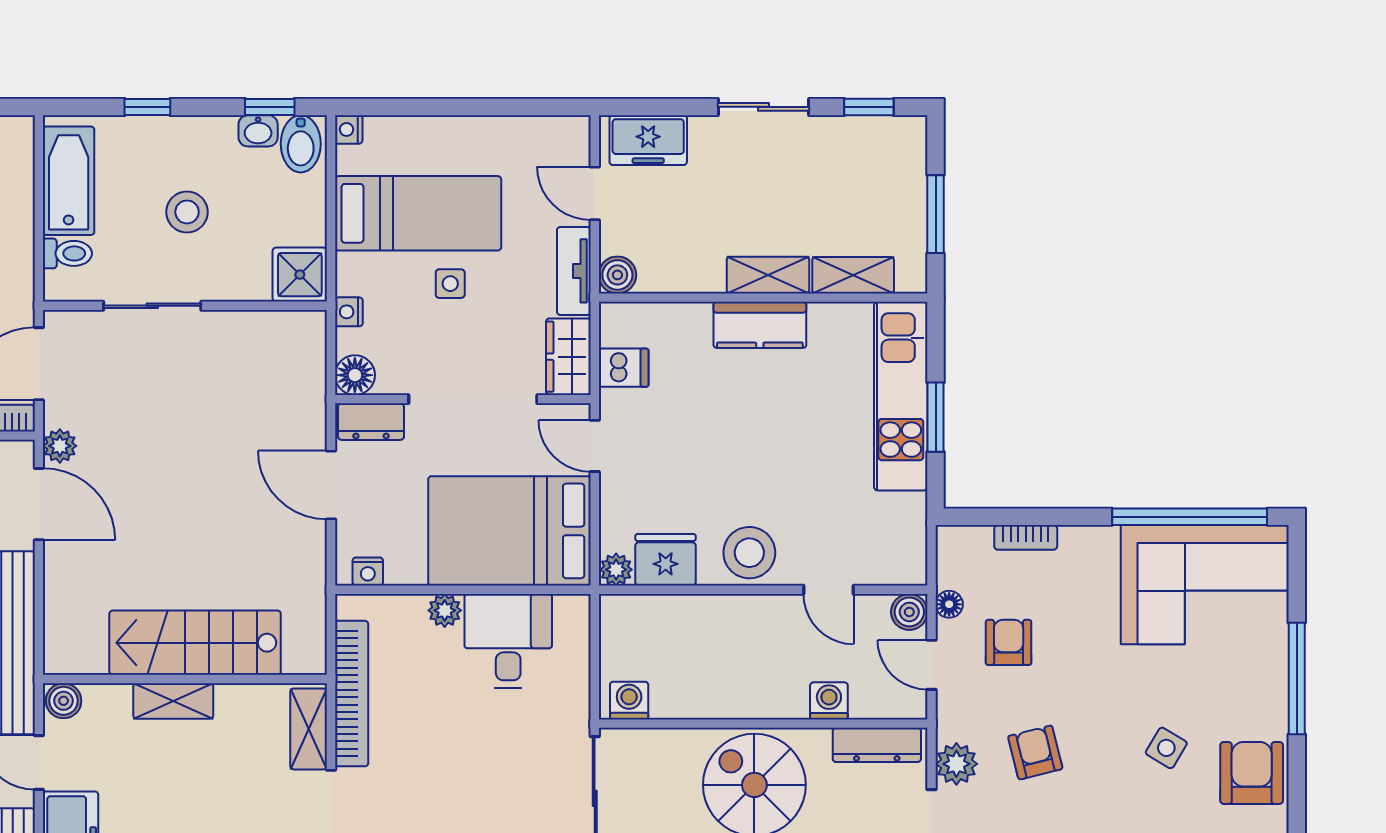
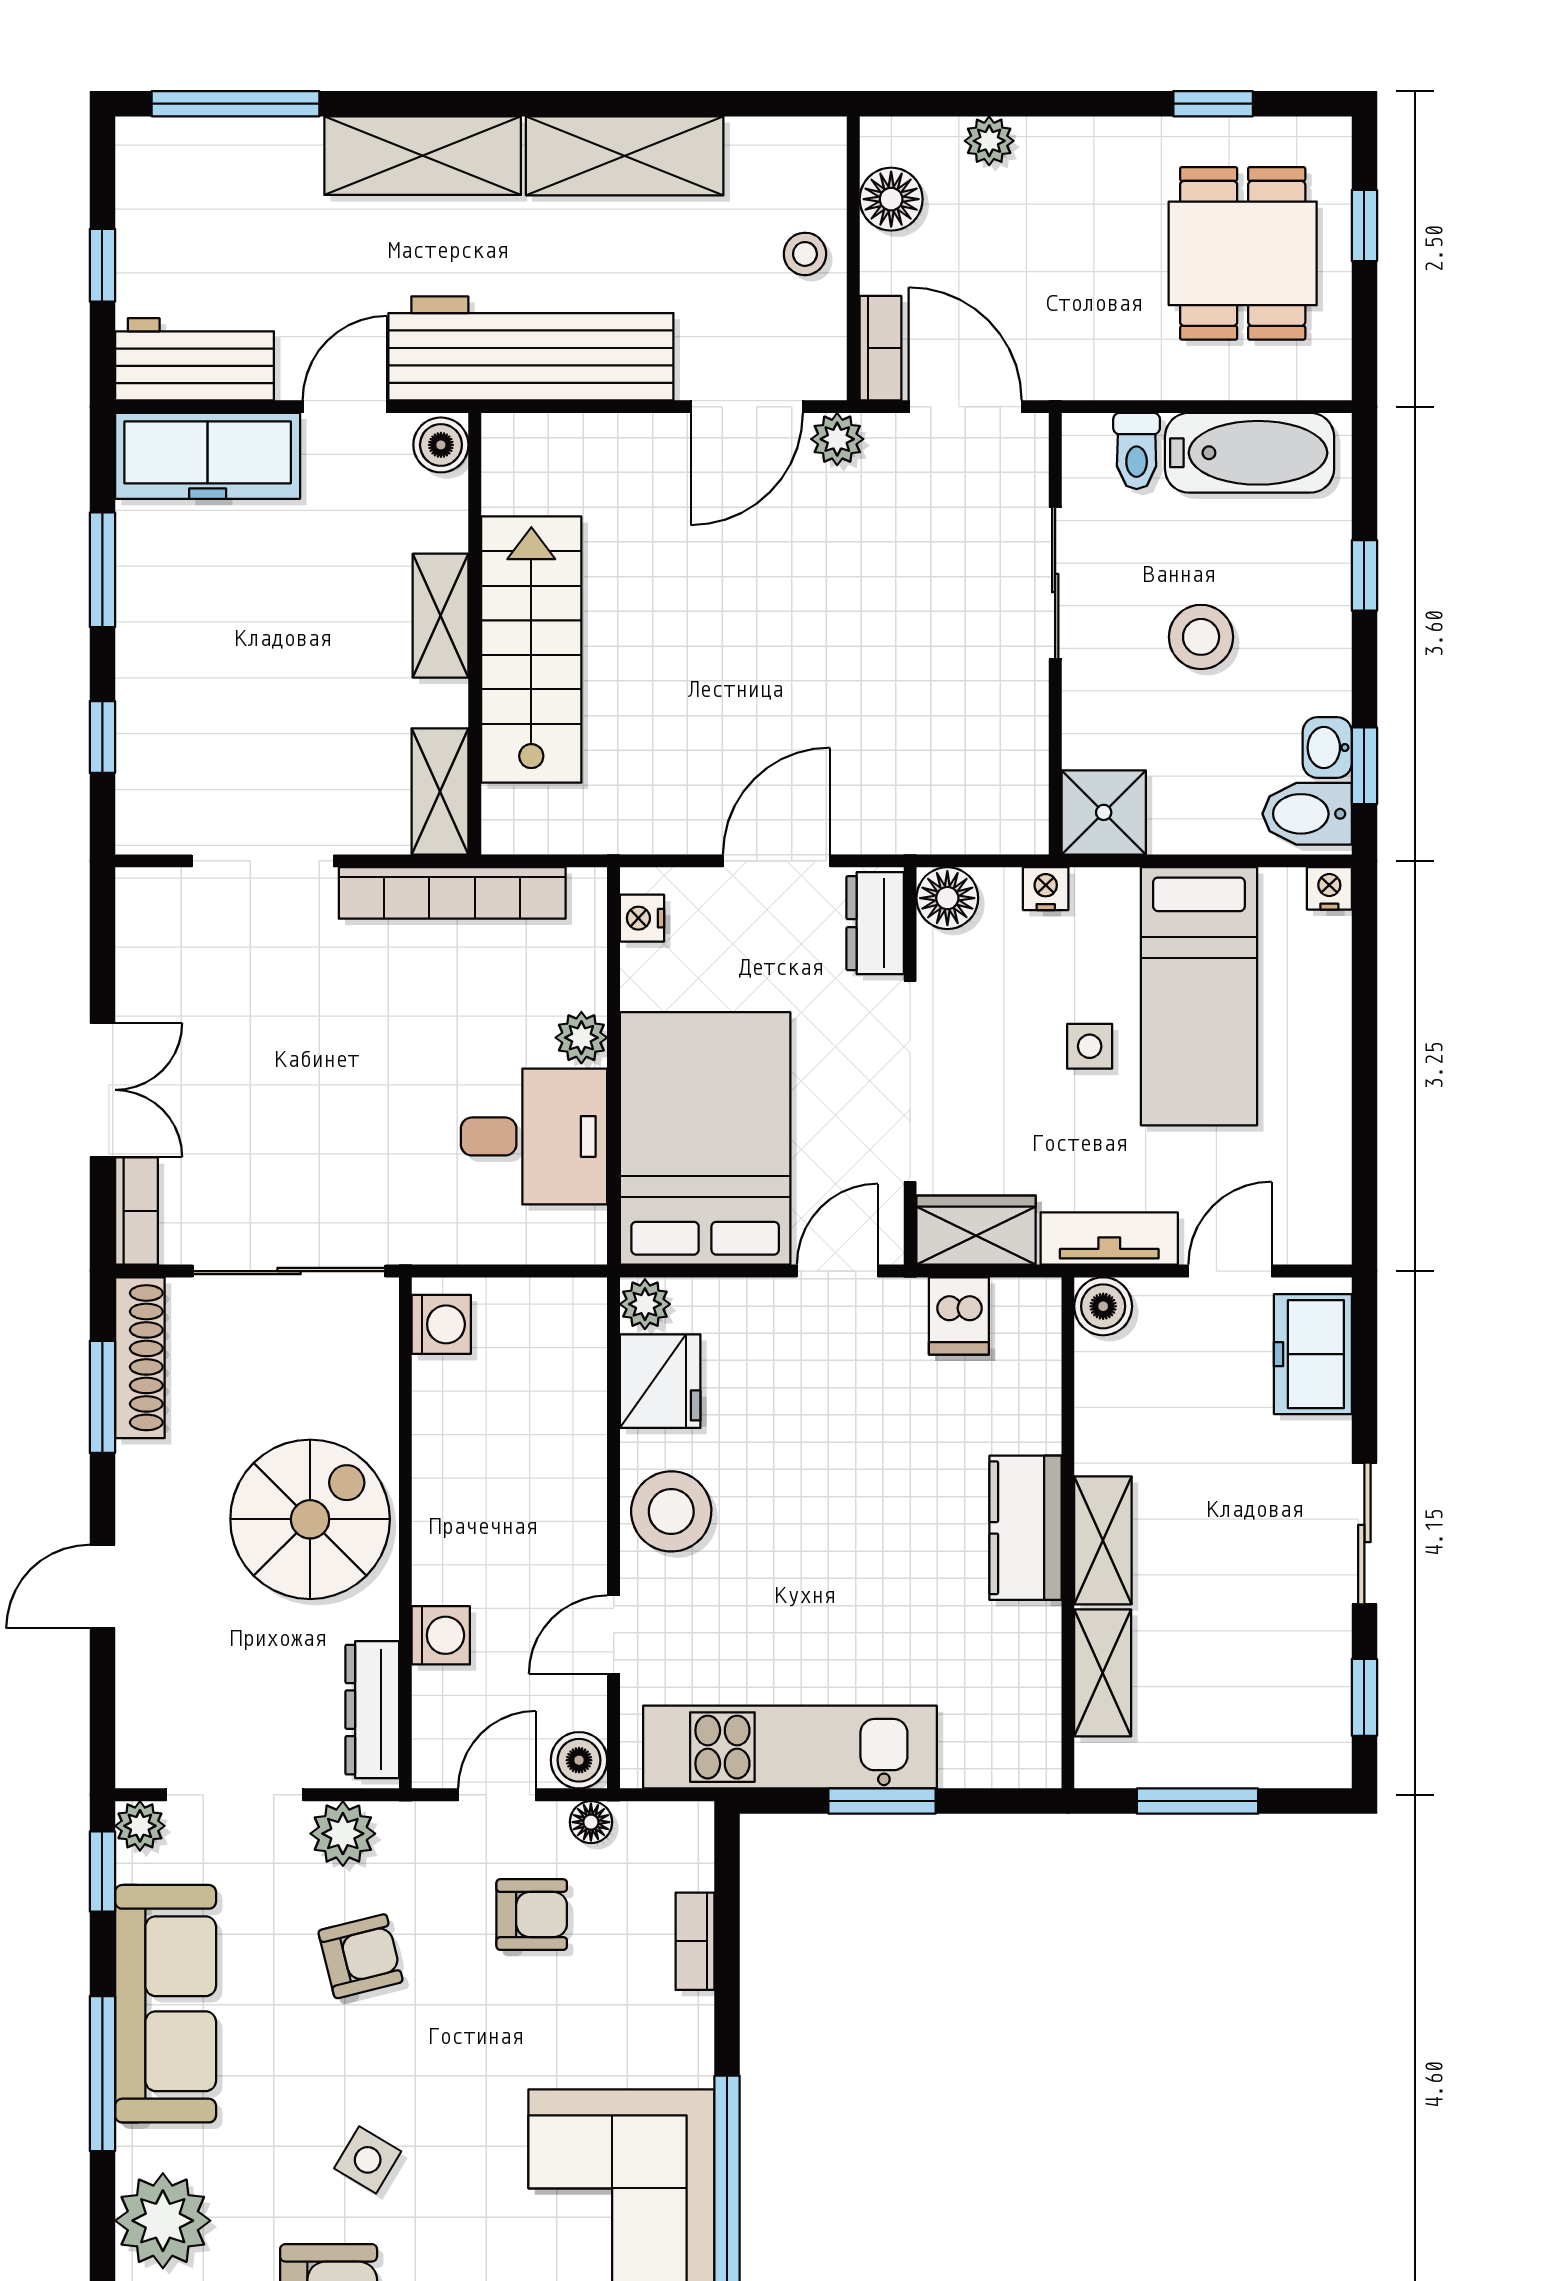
kitchen unit: (901, 396) -> (790, 1747), moved
shelving: (309, 729) -> (440, 791), moved, turned 90

